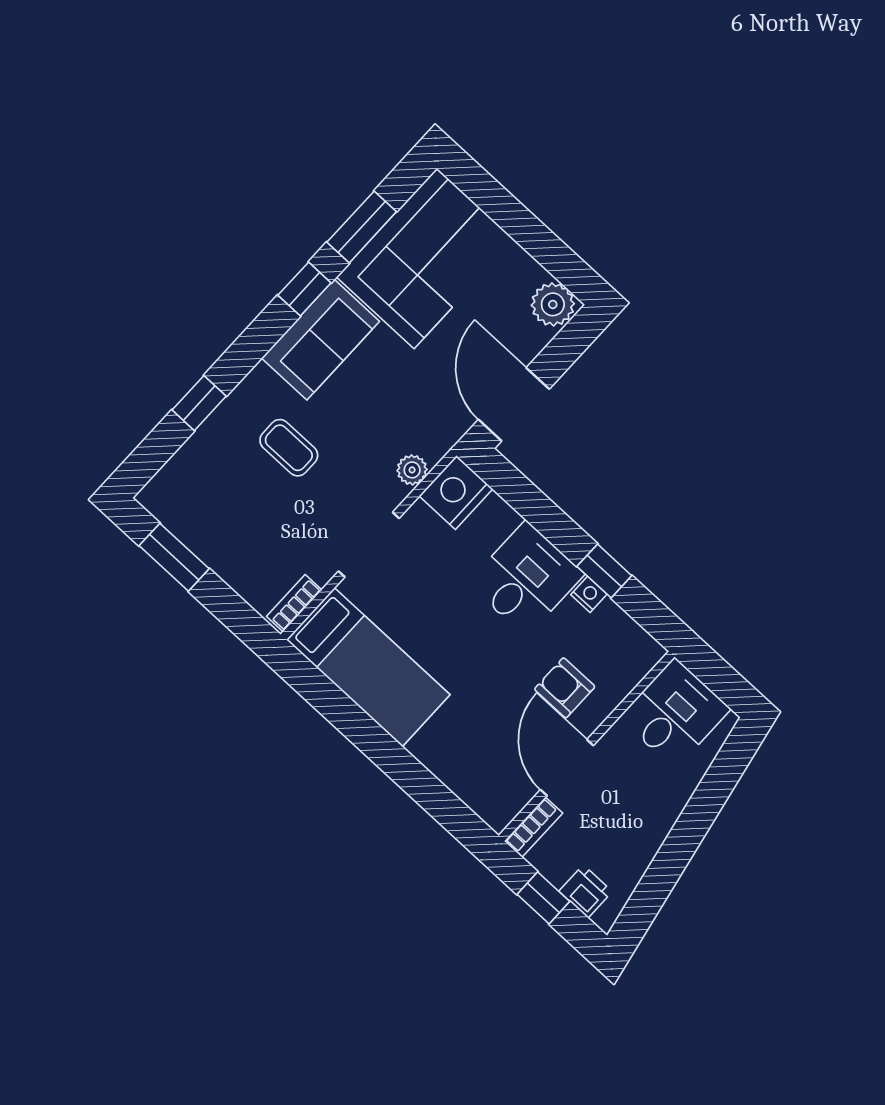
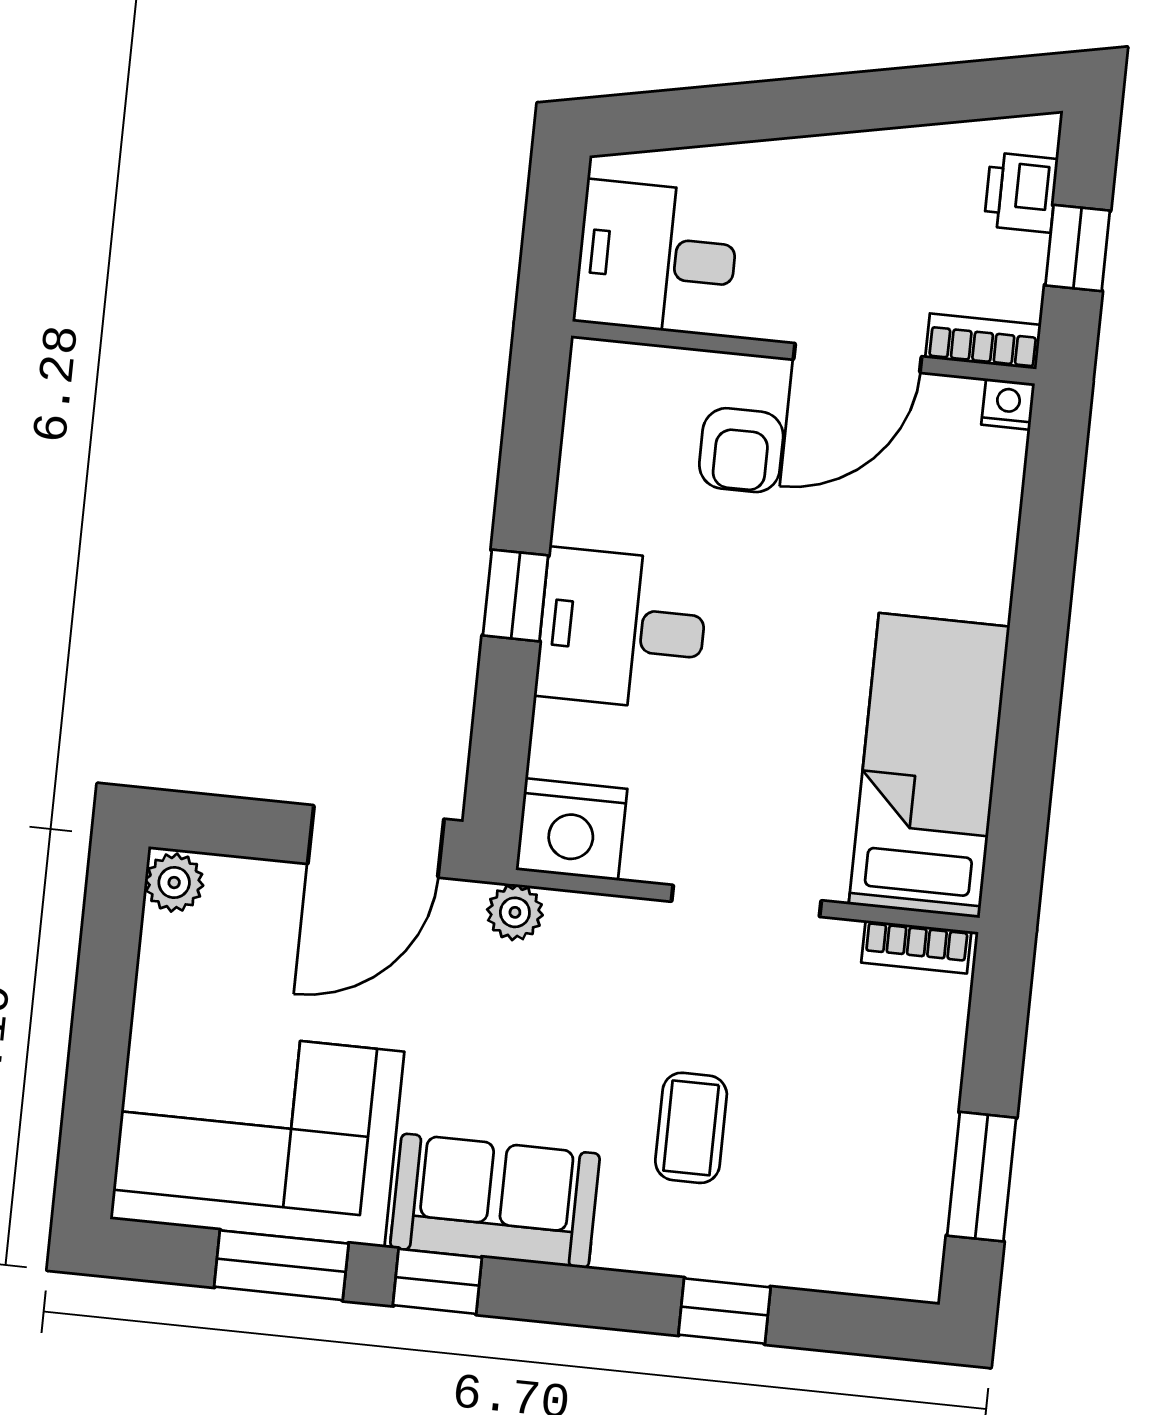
plant: (553, 304) -> (174, 883), width x0.73, depth x0.73
plant: (412, 470) -> (515, 912), moved
window: (604, 571) -> (516, 595), moved
nightstand: (589, 594) -> (1008, 404), moved, turned 90

